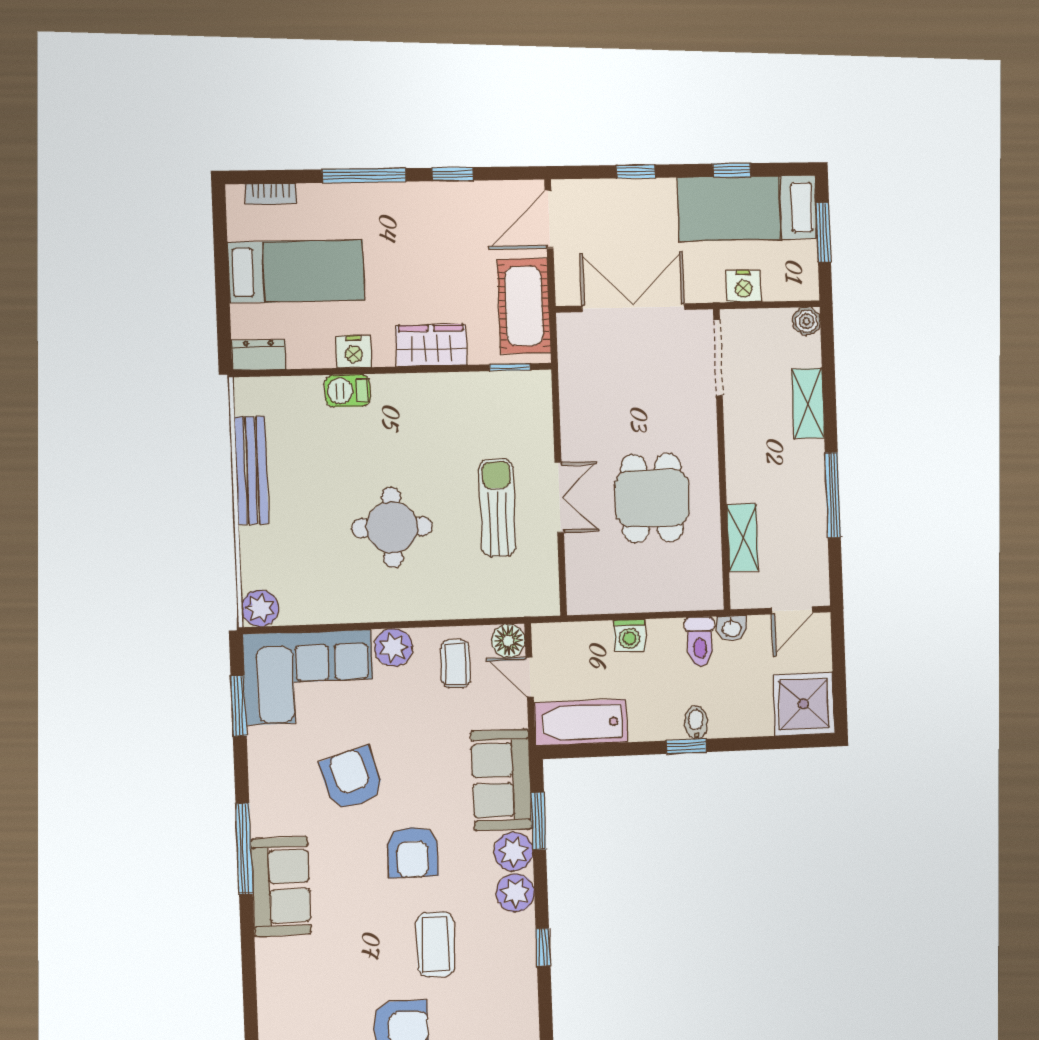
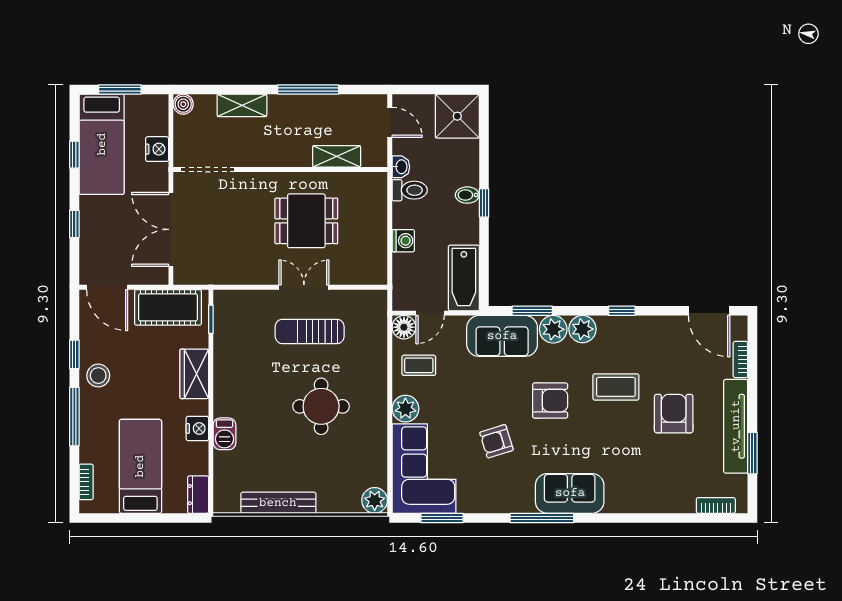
stool: (424, 209) -> (98, 376), added
armchair: (352, 779) -> (496, 441), width x0.72, depth x0.72

